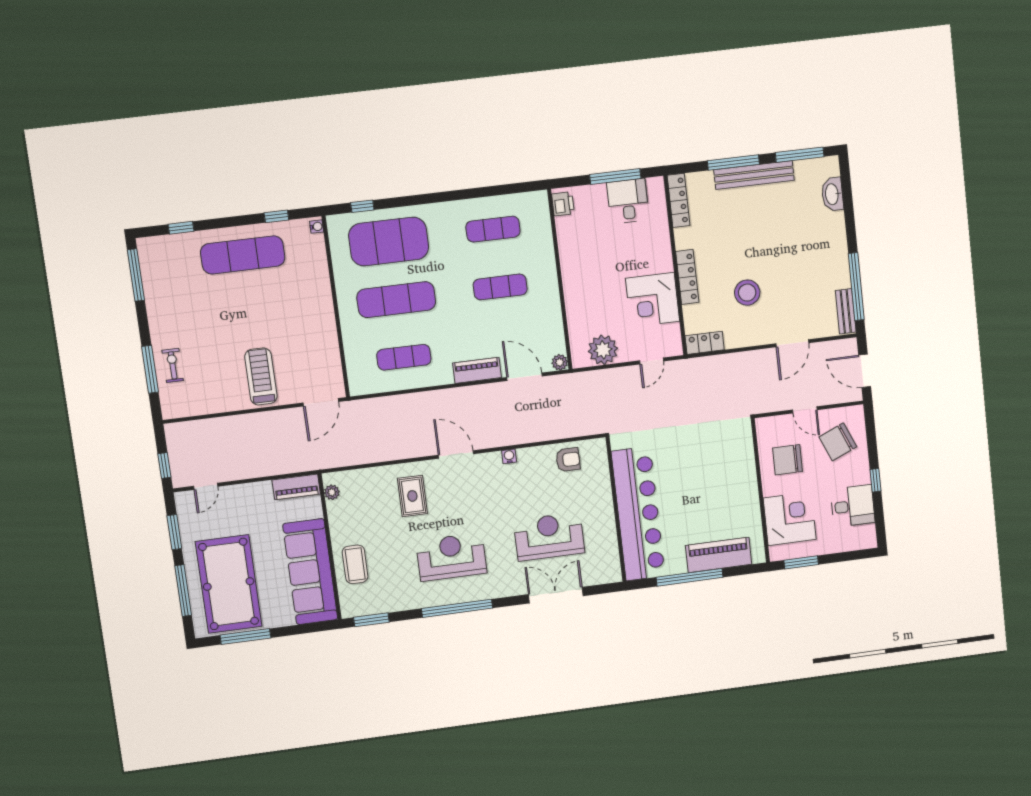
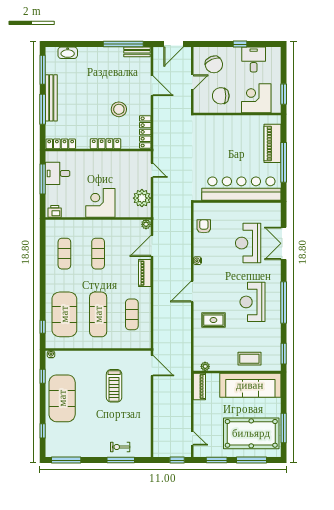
exercise mat: (243, 255) -> (62, 398), width x1.47
corner desk: (653, 300) -> (100, 203), moved, turned 180
locker: (705, 343) -> (145, 132), width x1.53
treadmill: (261, 376) -> (114, 386), moved, turned -90
chair: (788, 460) -> (221, 96), turned 90

